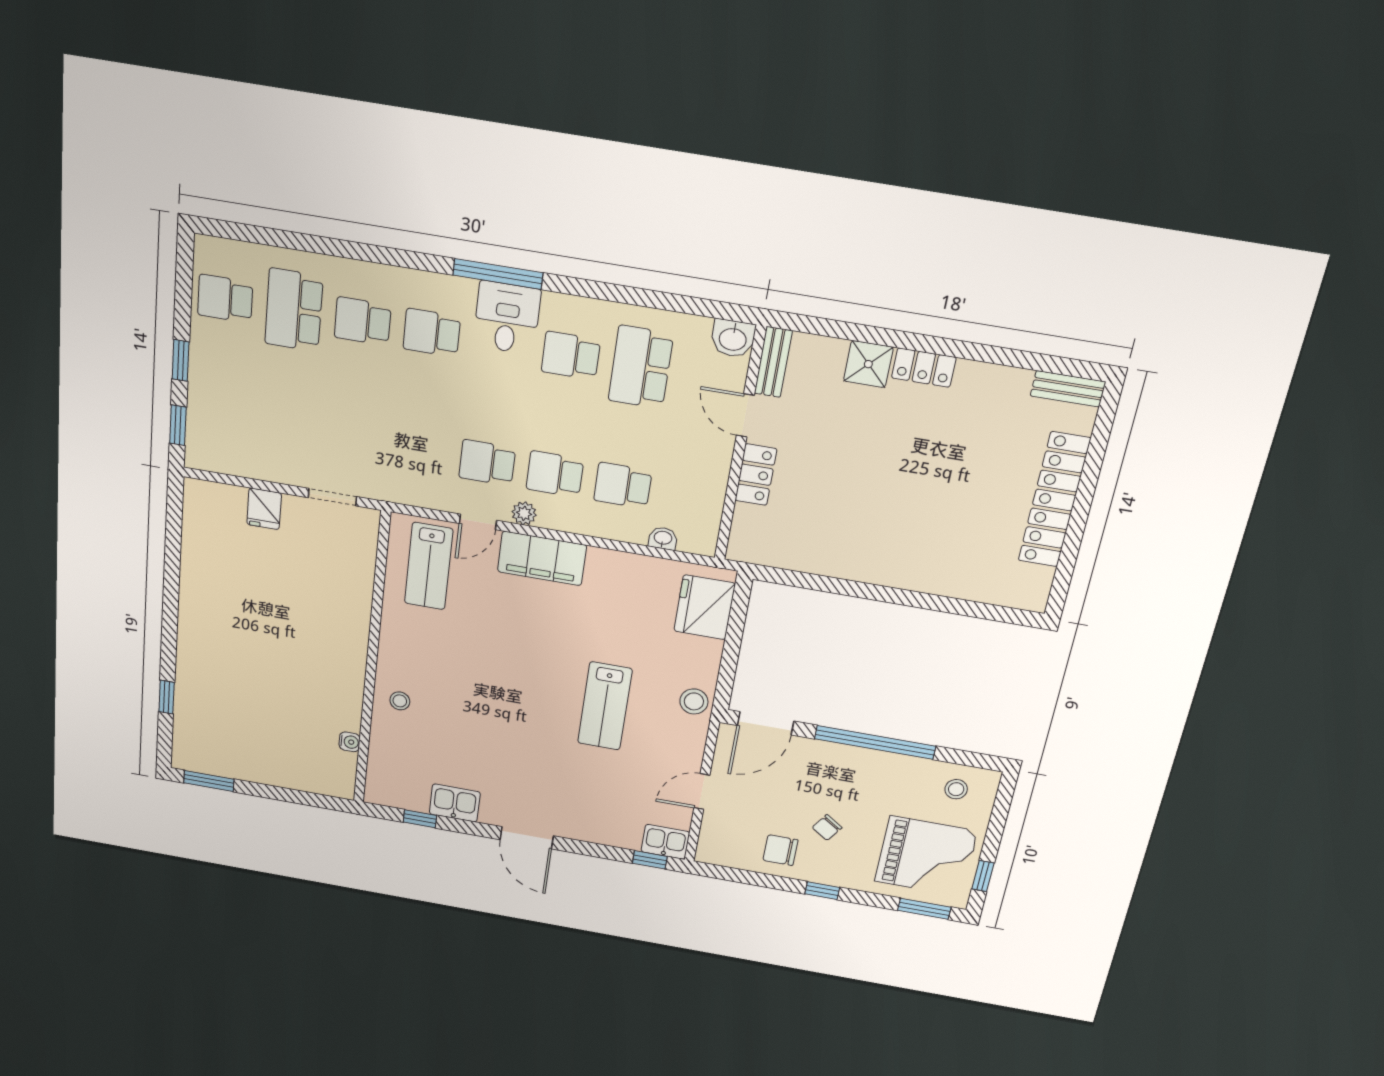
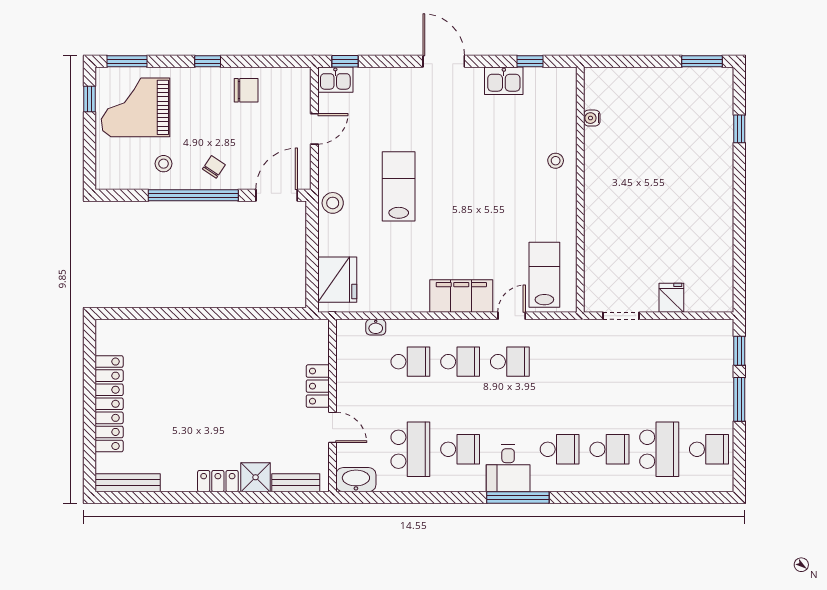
washbasin: (733, 338) -> (356, 480), width x1.38
window: (181, 360) -> (739, 399), width x1.50
bench: (773, 362) -> (296, 483), moved, turned 90
bench: (1068, 389) -> (128, 483), width x1.36
plant: (524, 513) -> (479, 328), removed
stool: (956, 789) -> (164, 164), moved
chair: (827, 828) -> (214, 167), moved

